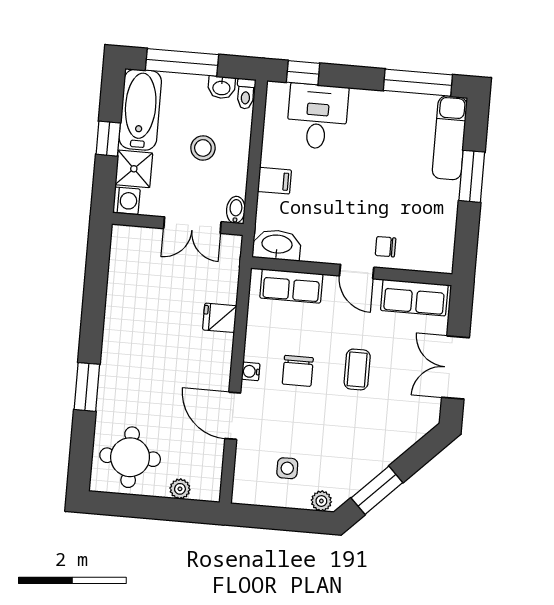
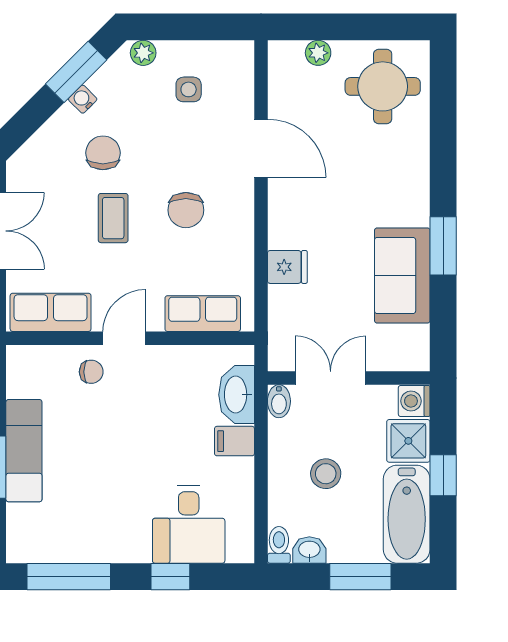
window: (182, 62) -> (360, 577), width x0.69
window: (303, 73) -> (170, 577), moved
exam couch: (450, 138) -> (24, 451), moved
washbasin: (277, 245) -> (237, 395), moved, turned 90
door: (357, 272) -> (124, 338), hinge flipped
sofa: (127, 303) -> (402, 275), added
water cooler: (251, 371) -> (83, 99), moved, turned -135
chair: (298, 371) -> (186, 210), turned 180
window: (87, 387) -> (443, 246), moved
chair: (361, 423) -> (103, 153), added

